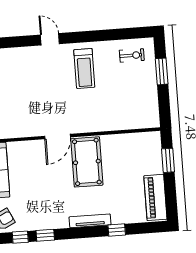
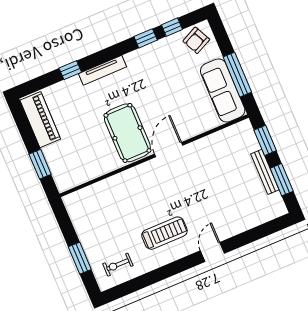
door: (50, 39) -> (212, 252), swing flipped
treadmill: (84, 68) -> (164, 233), turned 90

